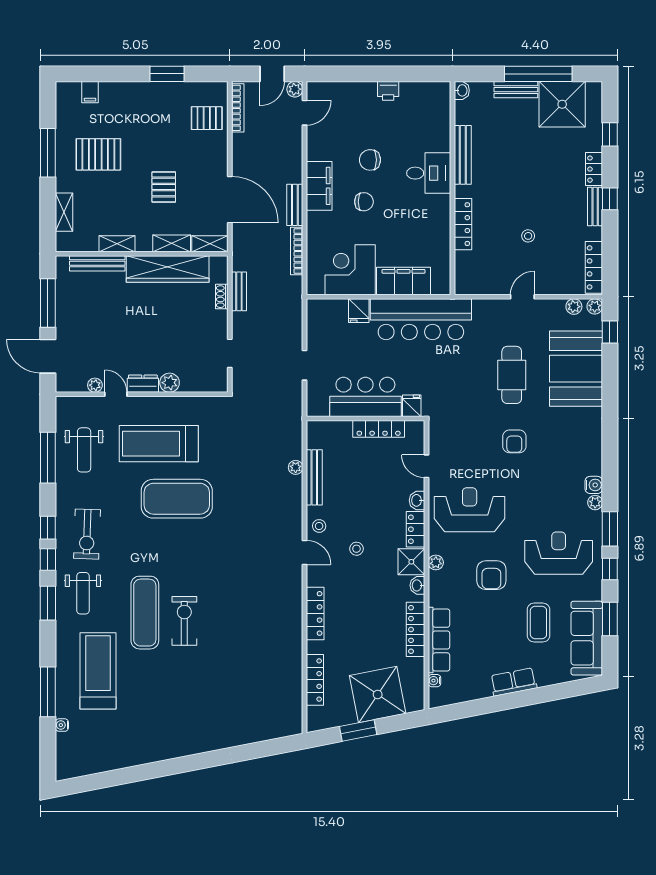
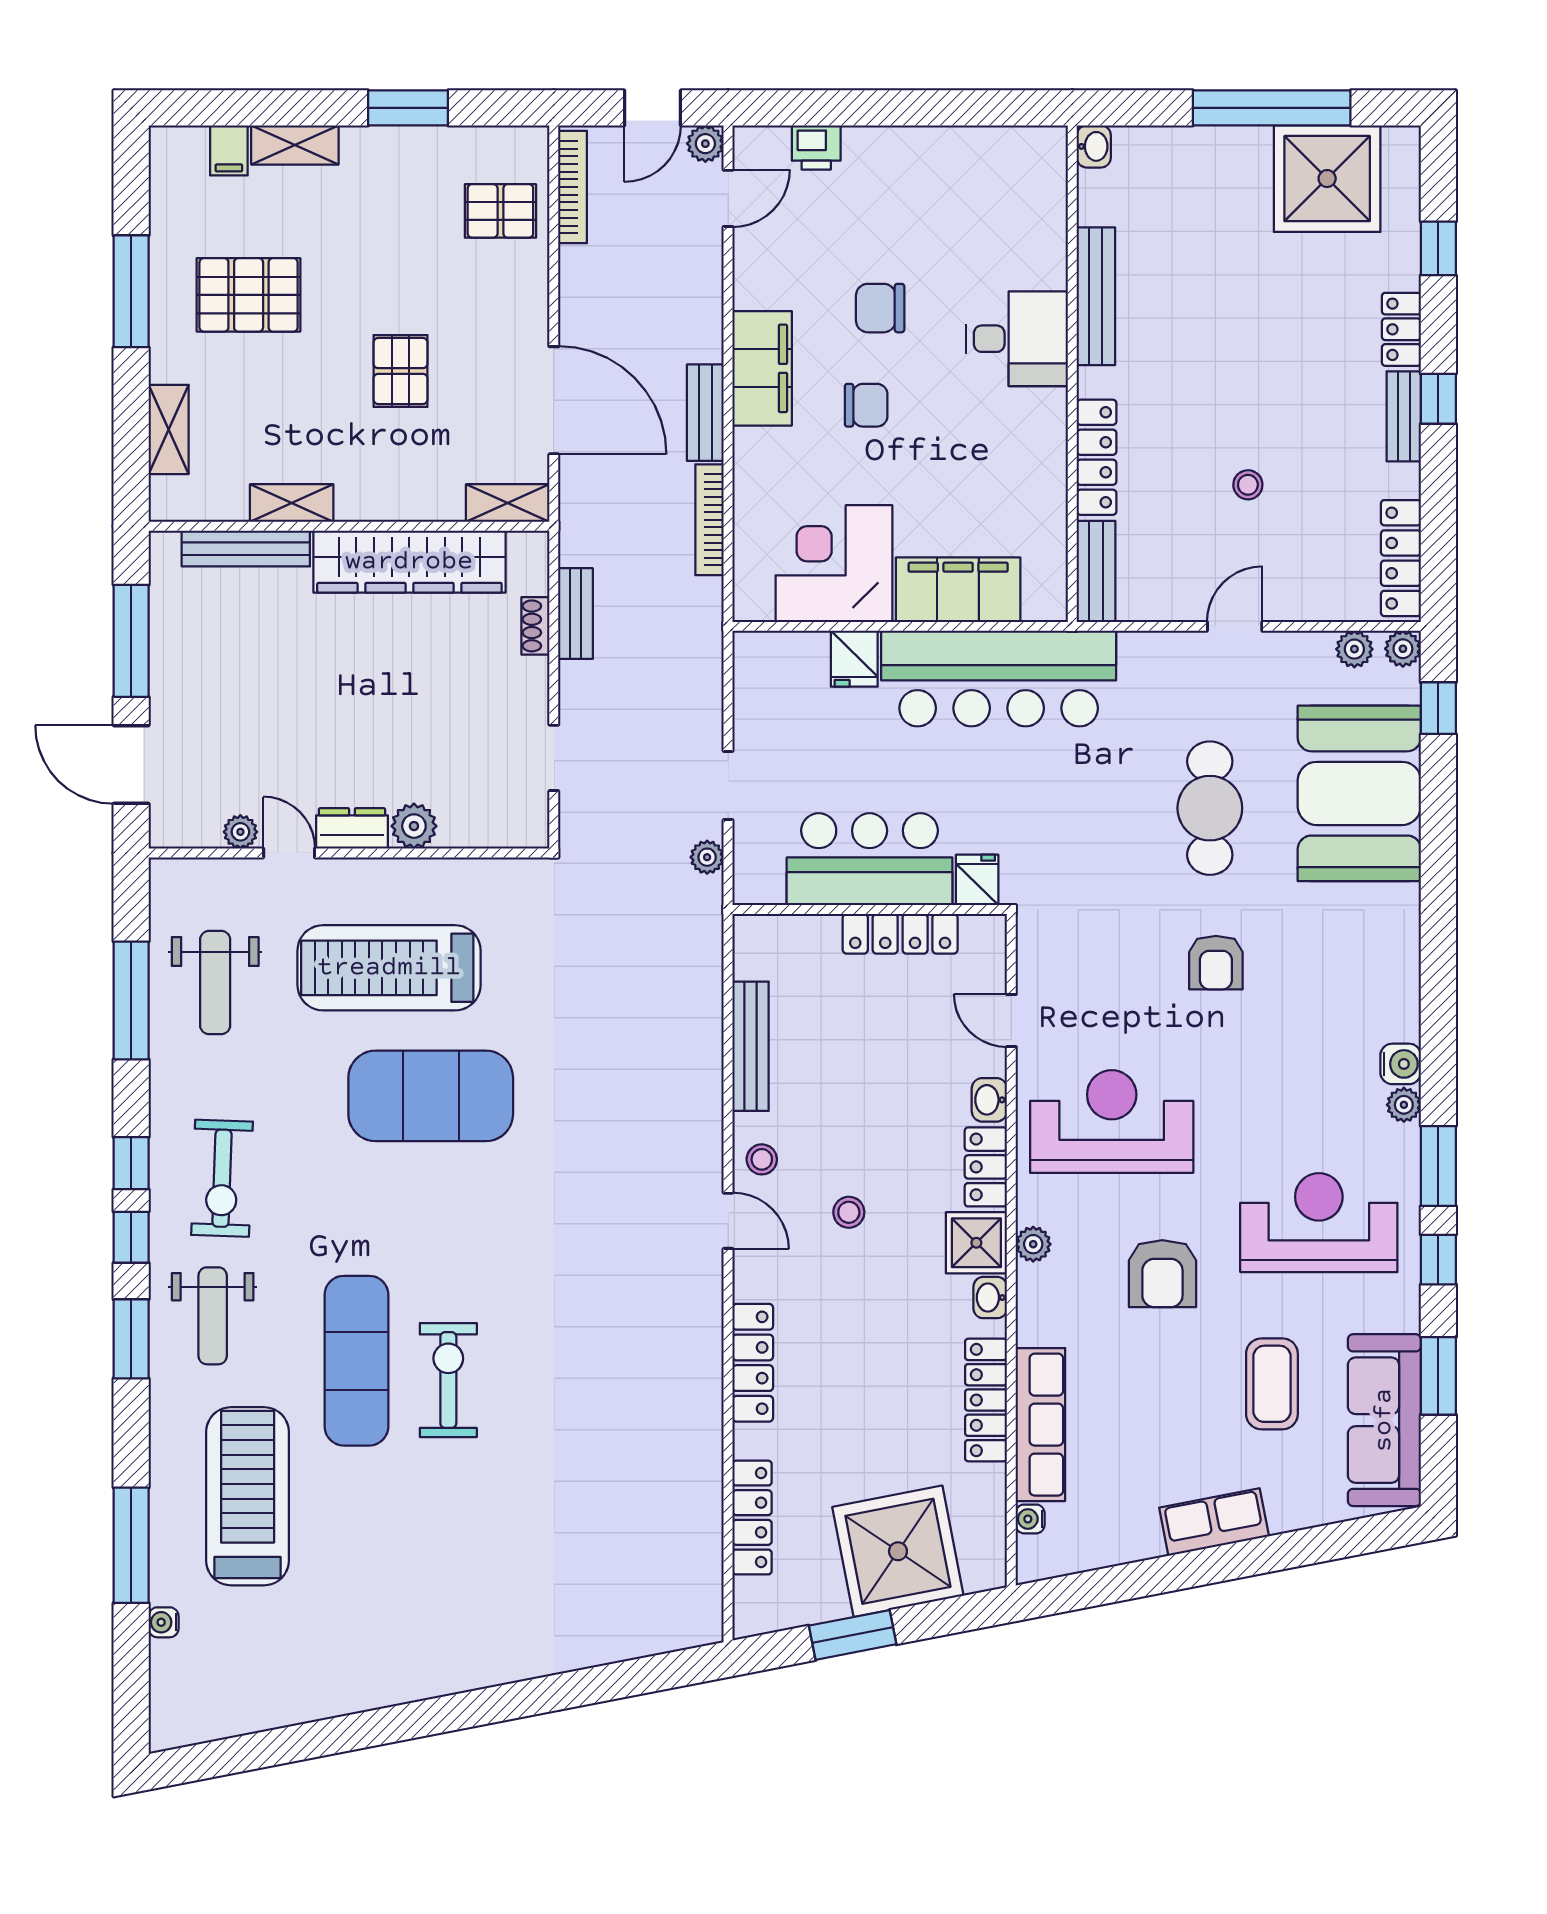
bench: (516, 90) -> (1096, 571), moved, turned 90
printer: (388, 91) -> (816, 147), moved
shelving: (172, 243) -> (295, 145), moved
plant: (296, 467) -> (707, 857), moved

